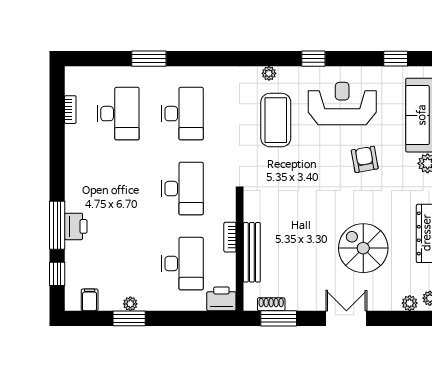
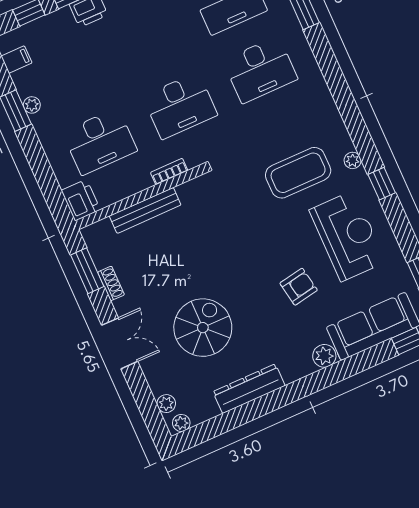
plant: (269, 73) -> (353, 160), moved
bookcase: (230, 237) -> (169, 172), moved
shoe rack: (271, 304) -> (111, 283), moved

